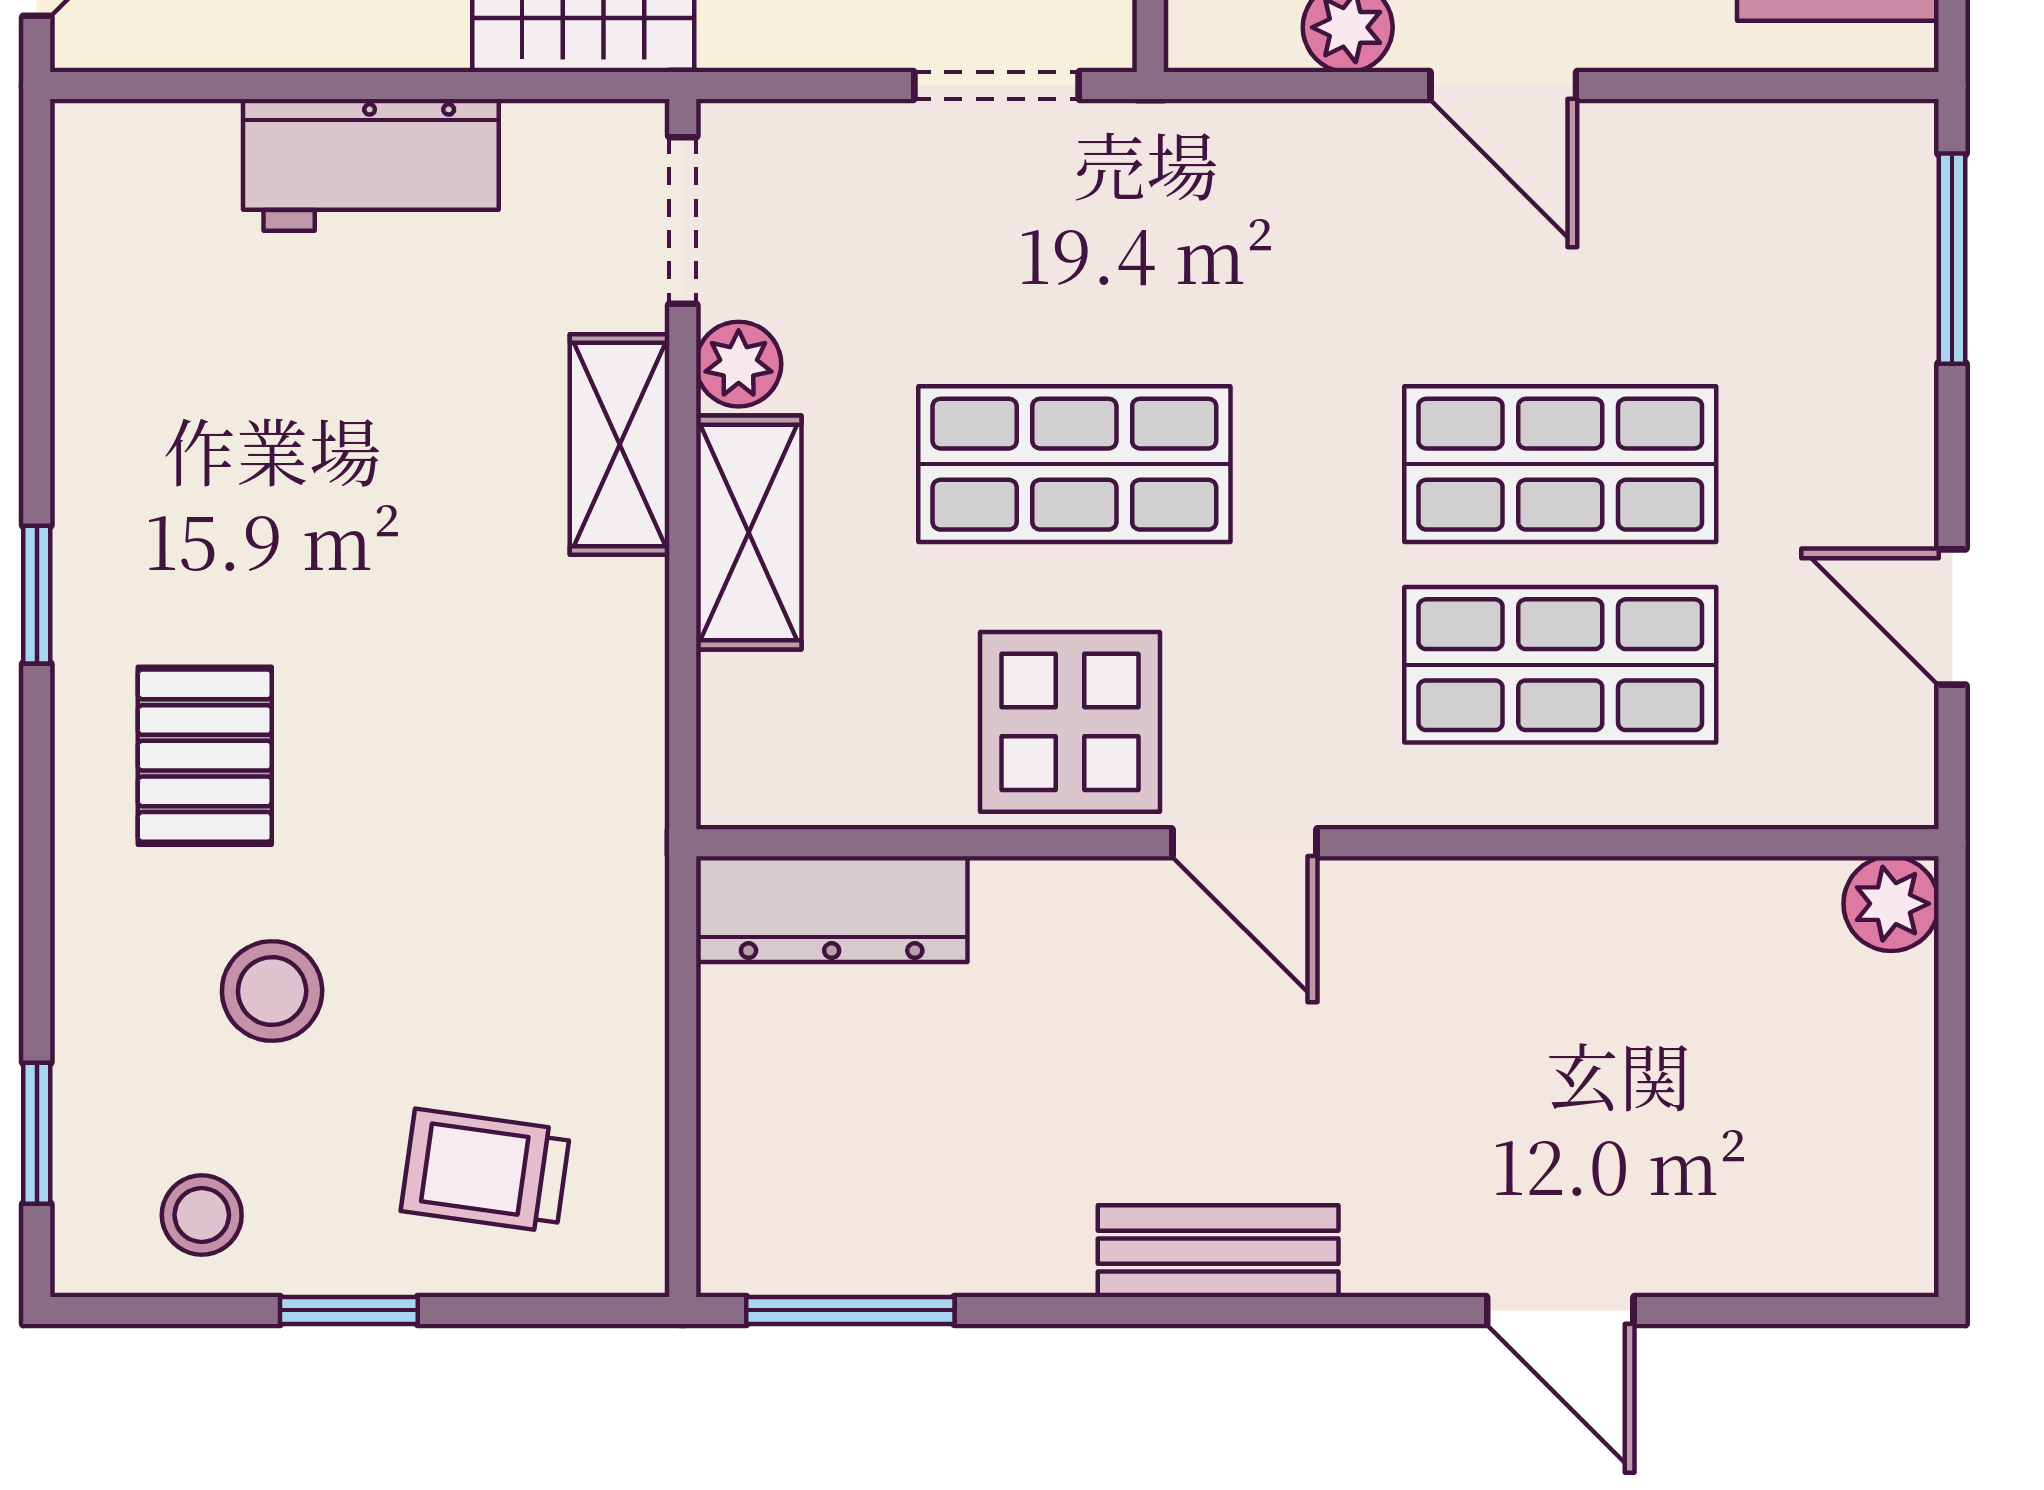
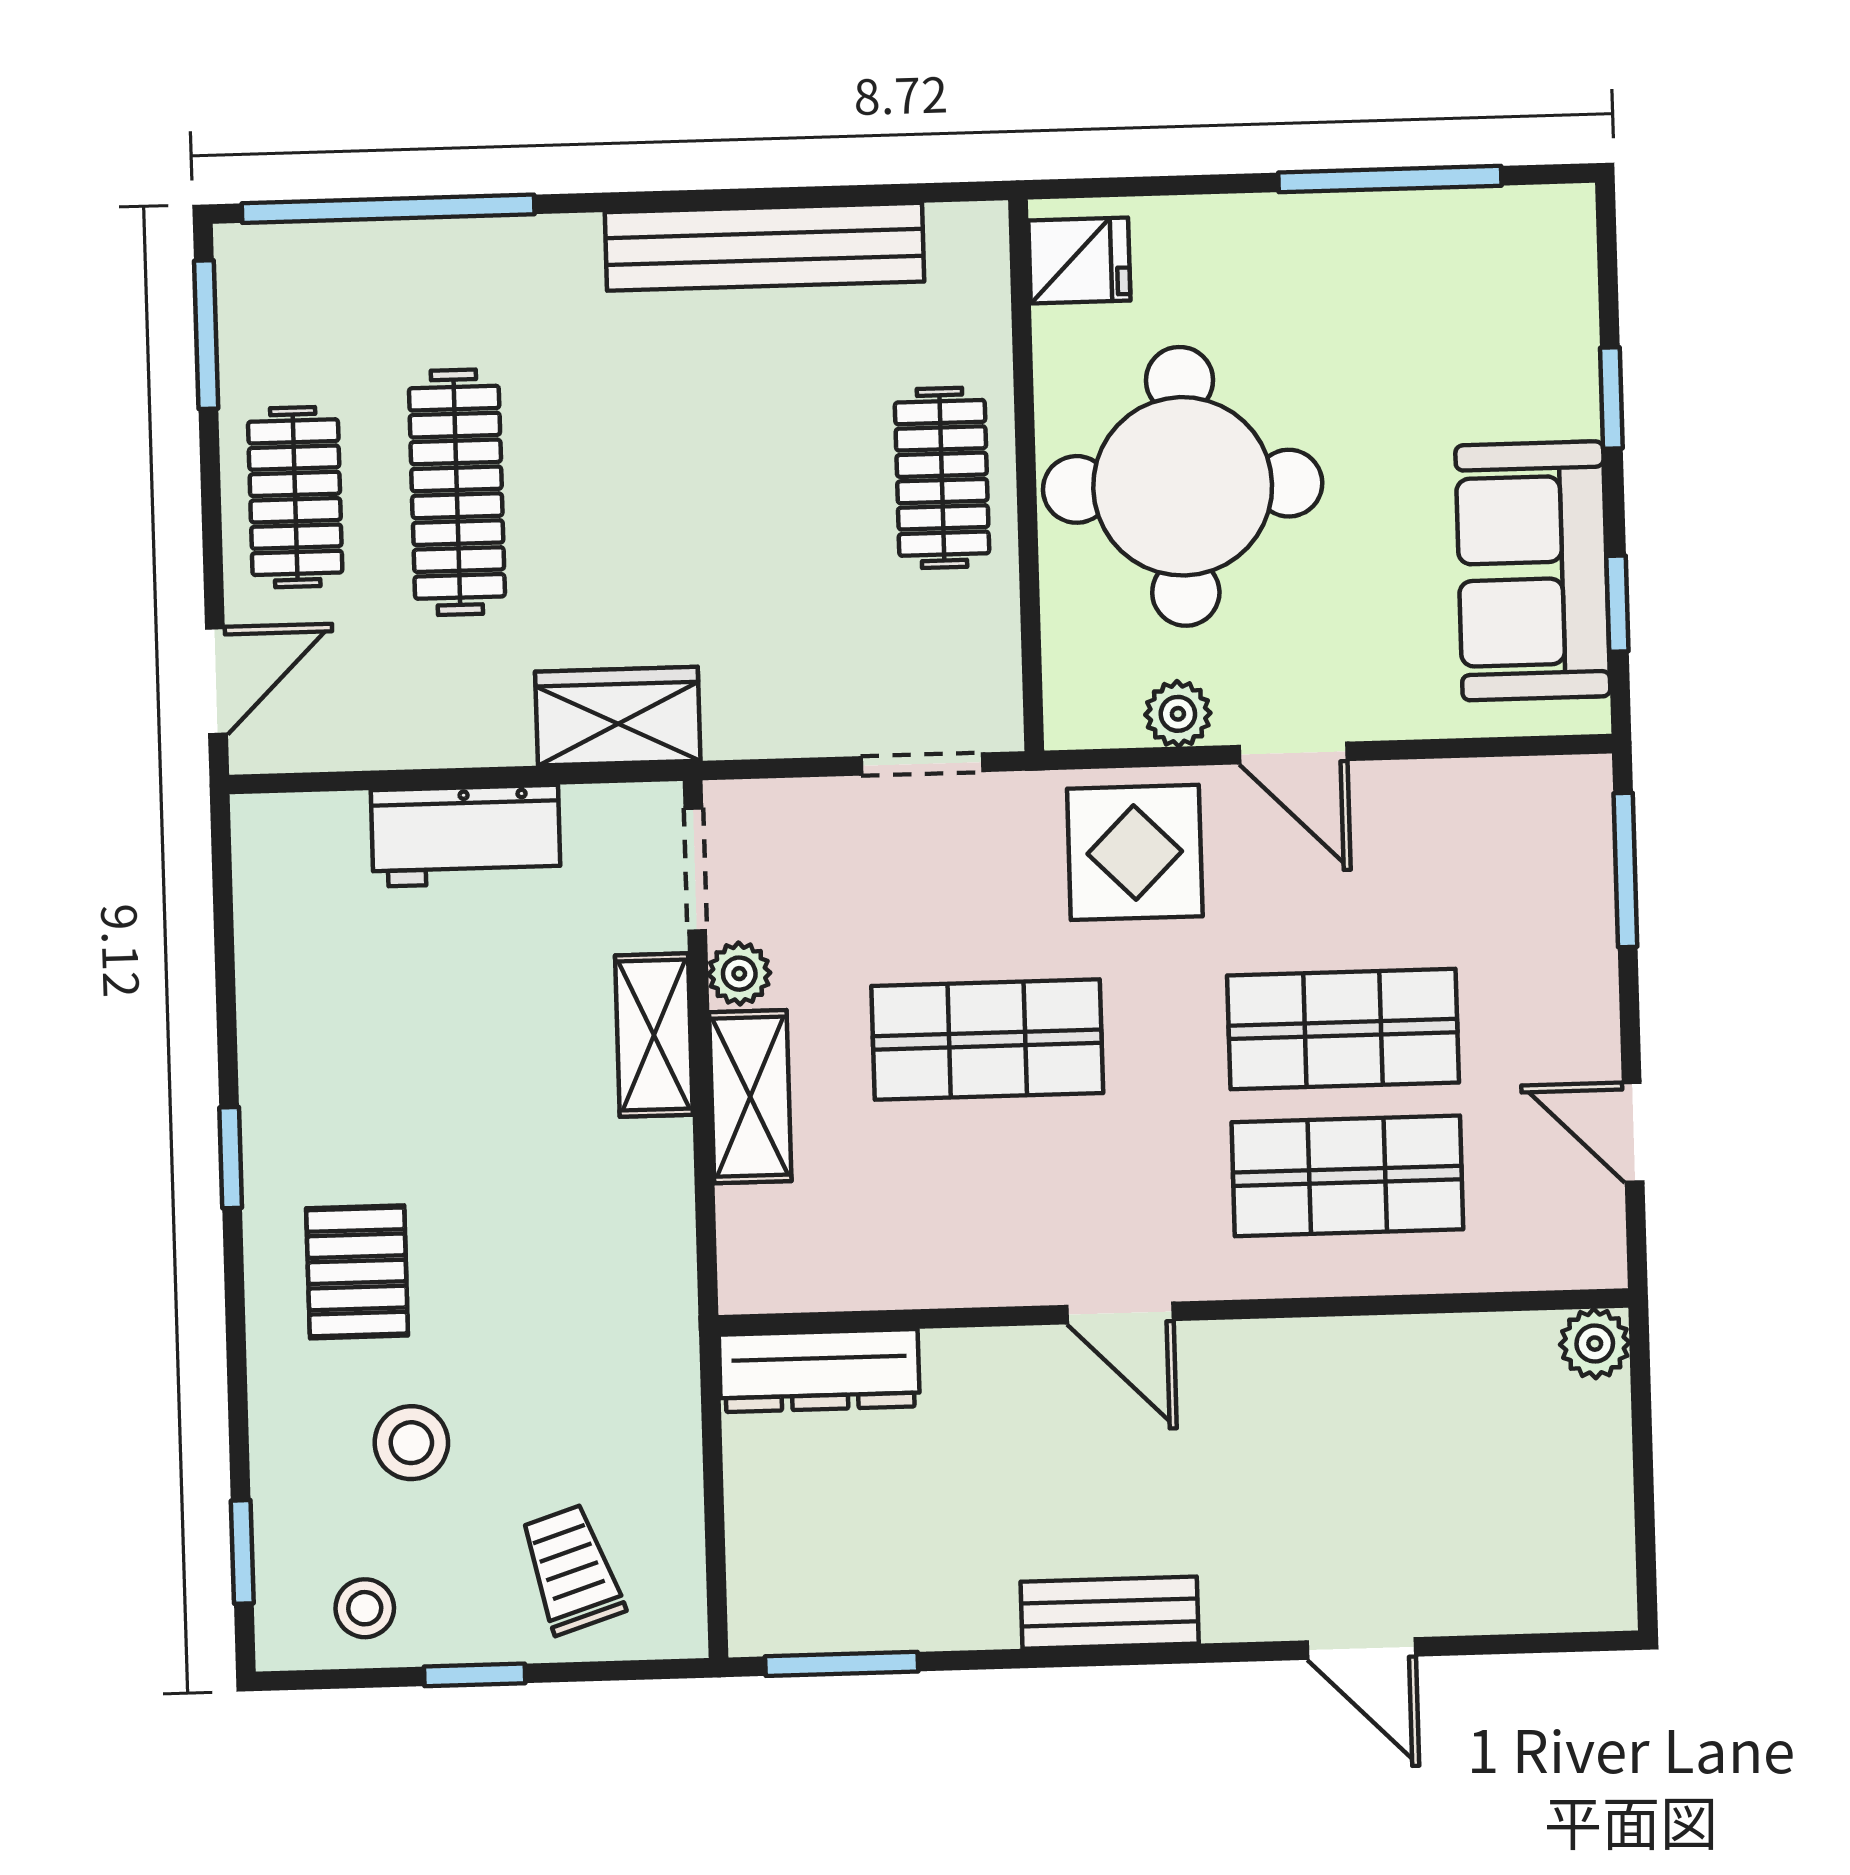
display table: (1070, 722) -> (1135, 852), moved
trolley: (486, 1171) -> (572, 1570), turned 64

